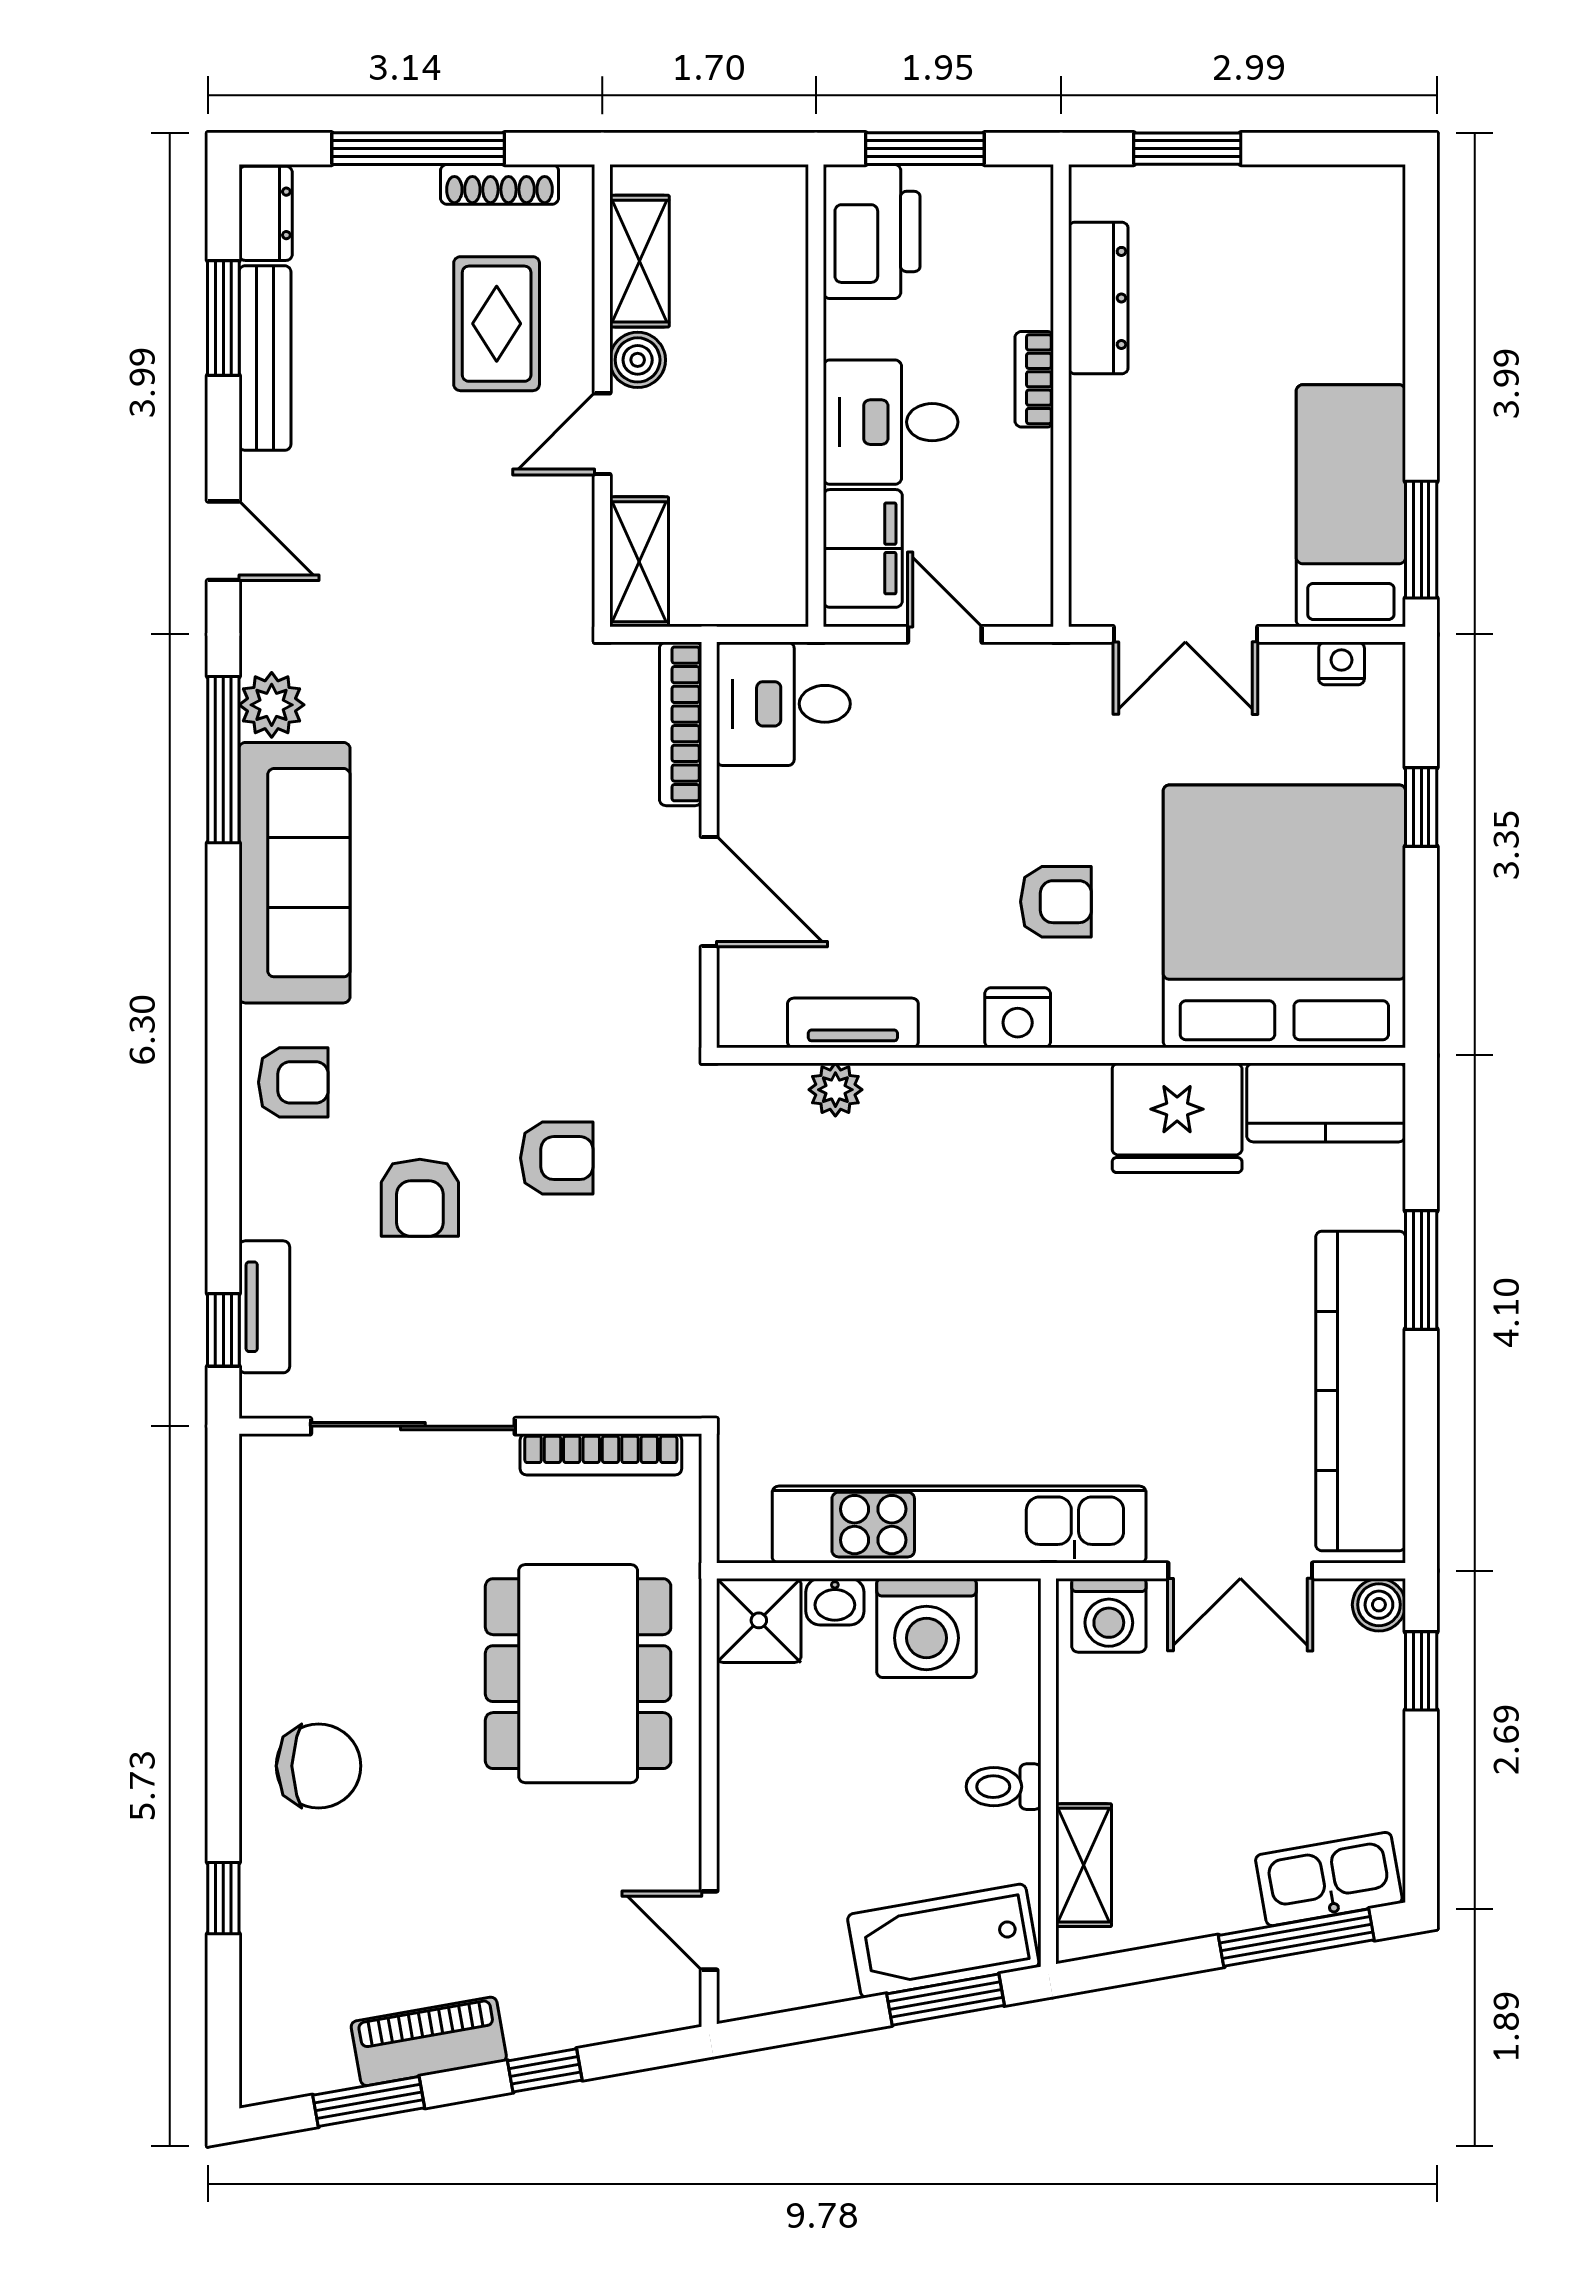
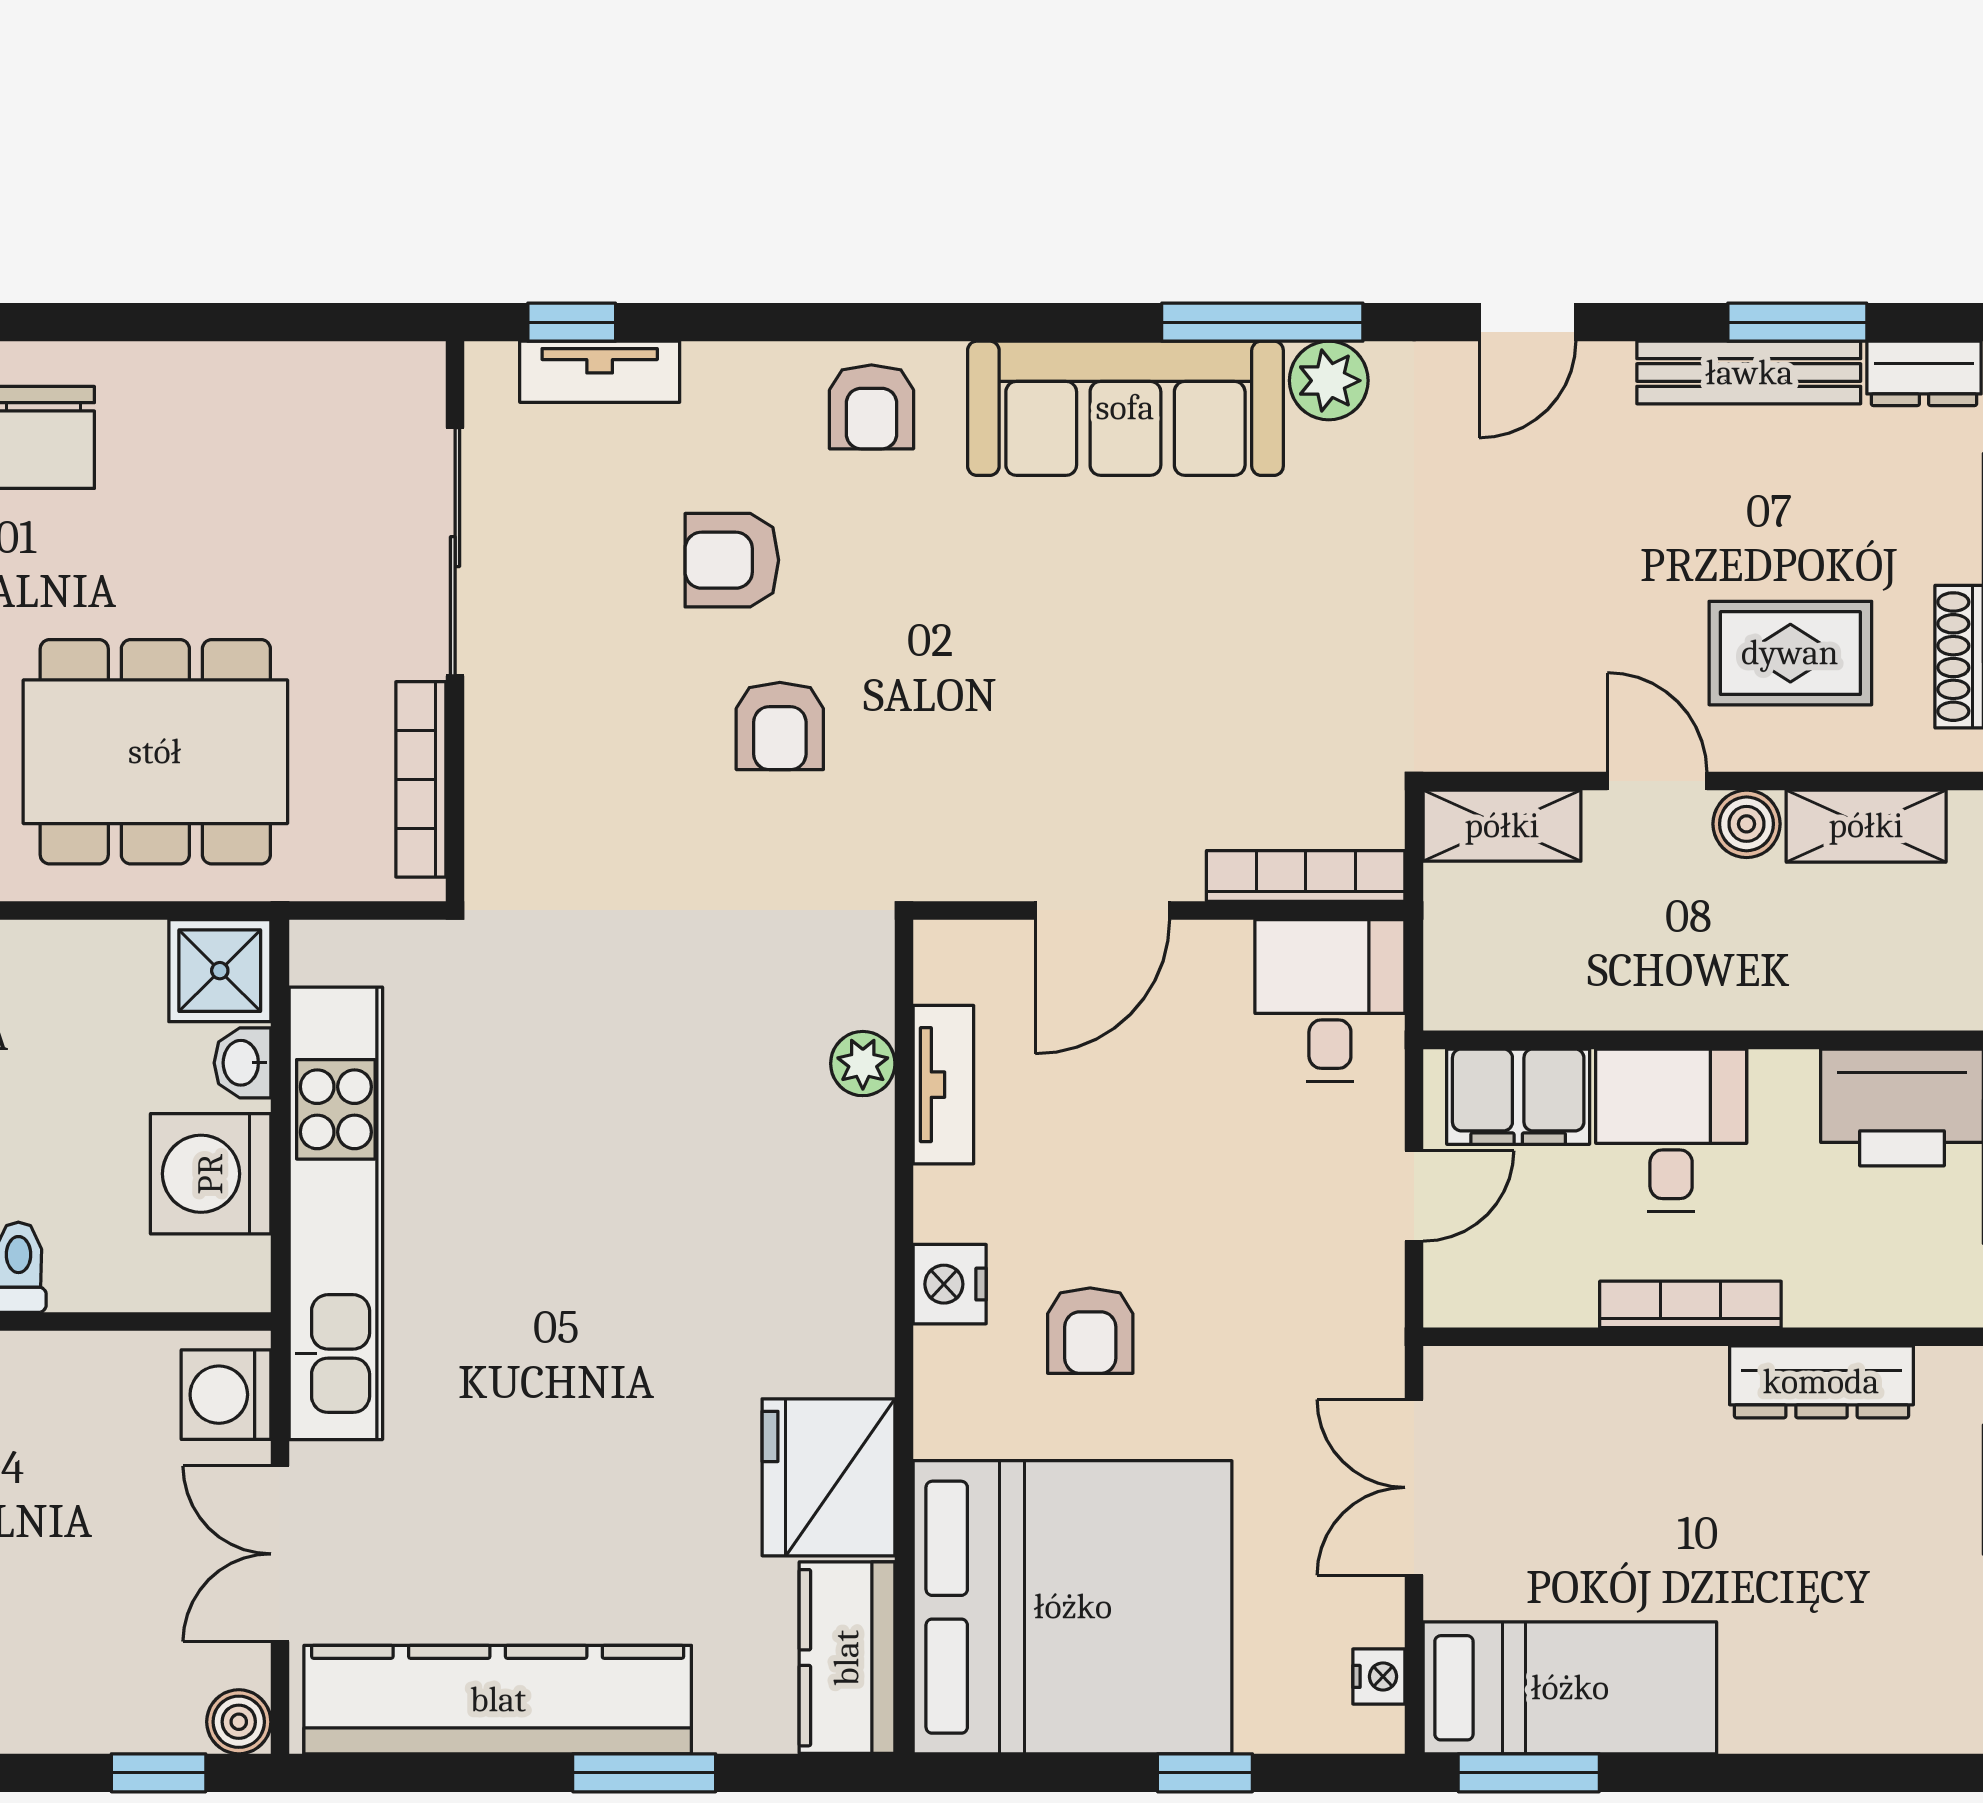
bookcase: (1034, 379) -> (1690, 1304), width x1.56

